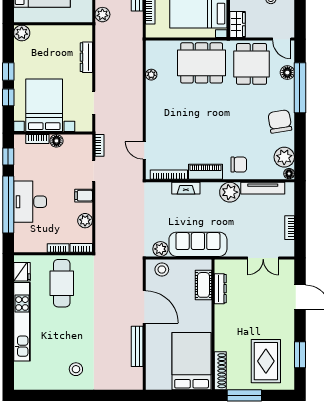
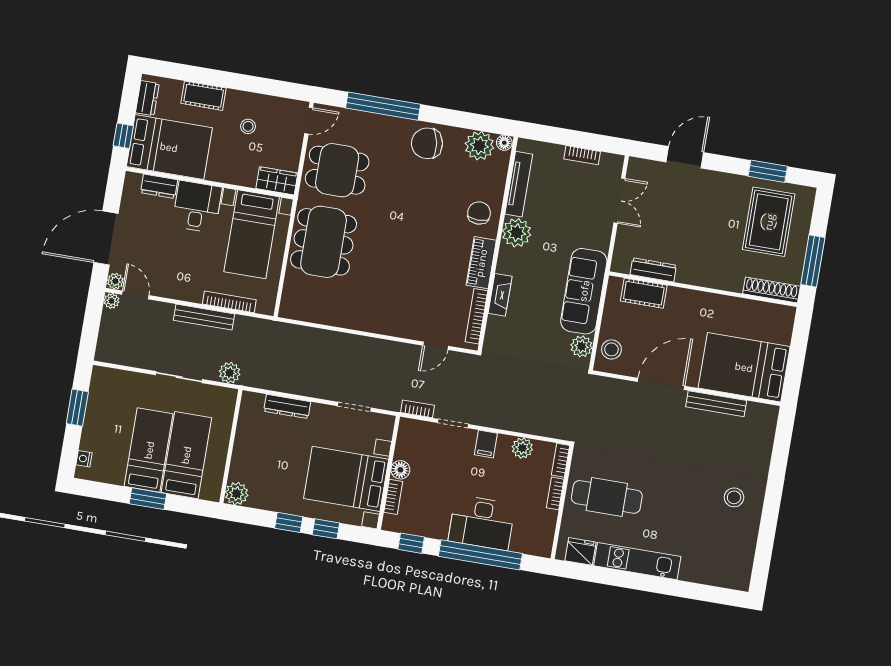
floor lamp: (287, 73) -> (358, 121), removed
plant: (151, 75) -> (328, 317), removed
kitchen unit: (22, 322) -> (637, 561), width x0.73
bed: (192, 361) -> (744, 367), moved
rug: (266, 361) -> (769, 222), turned 90

